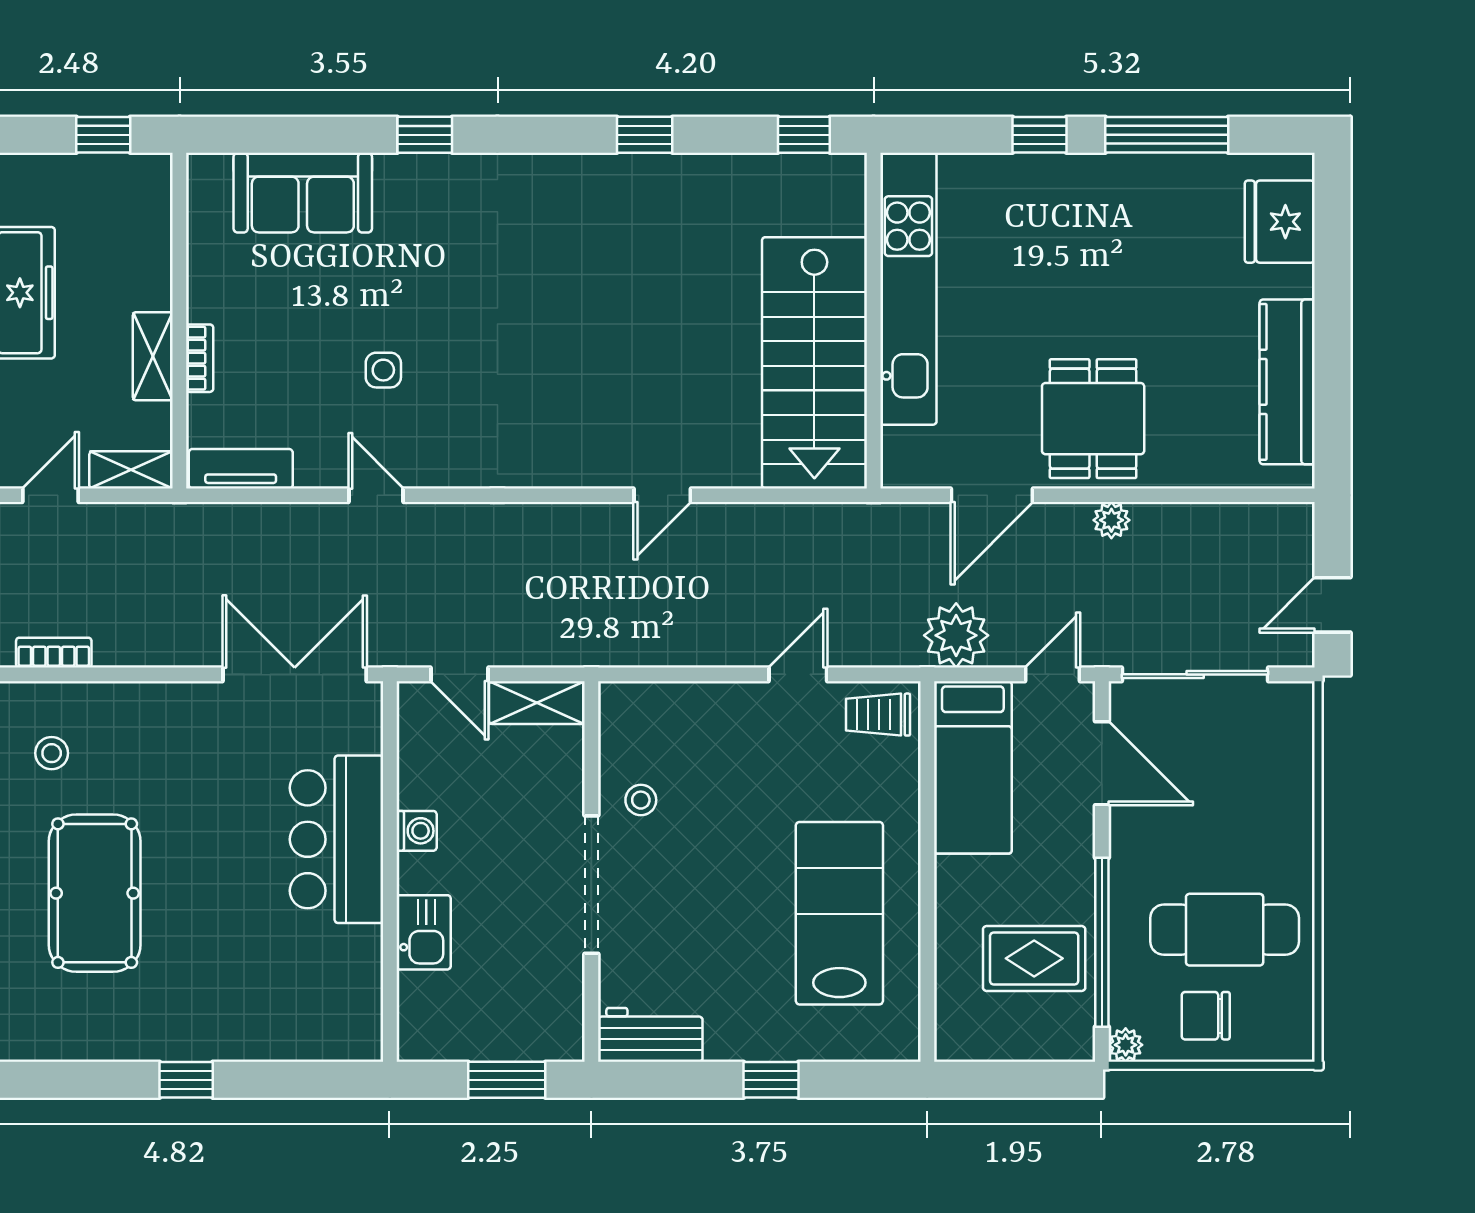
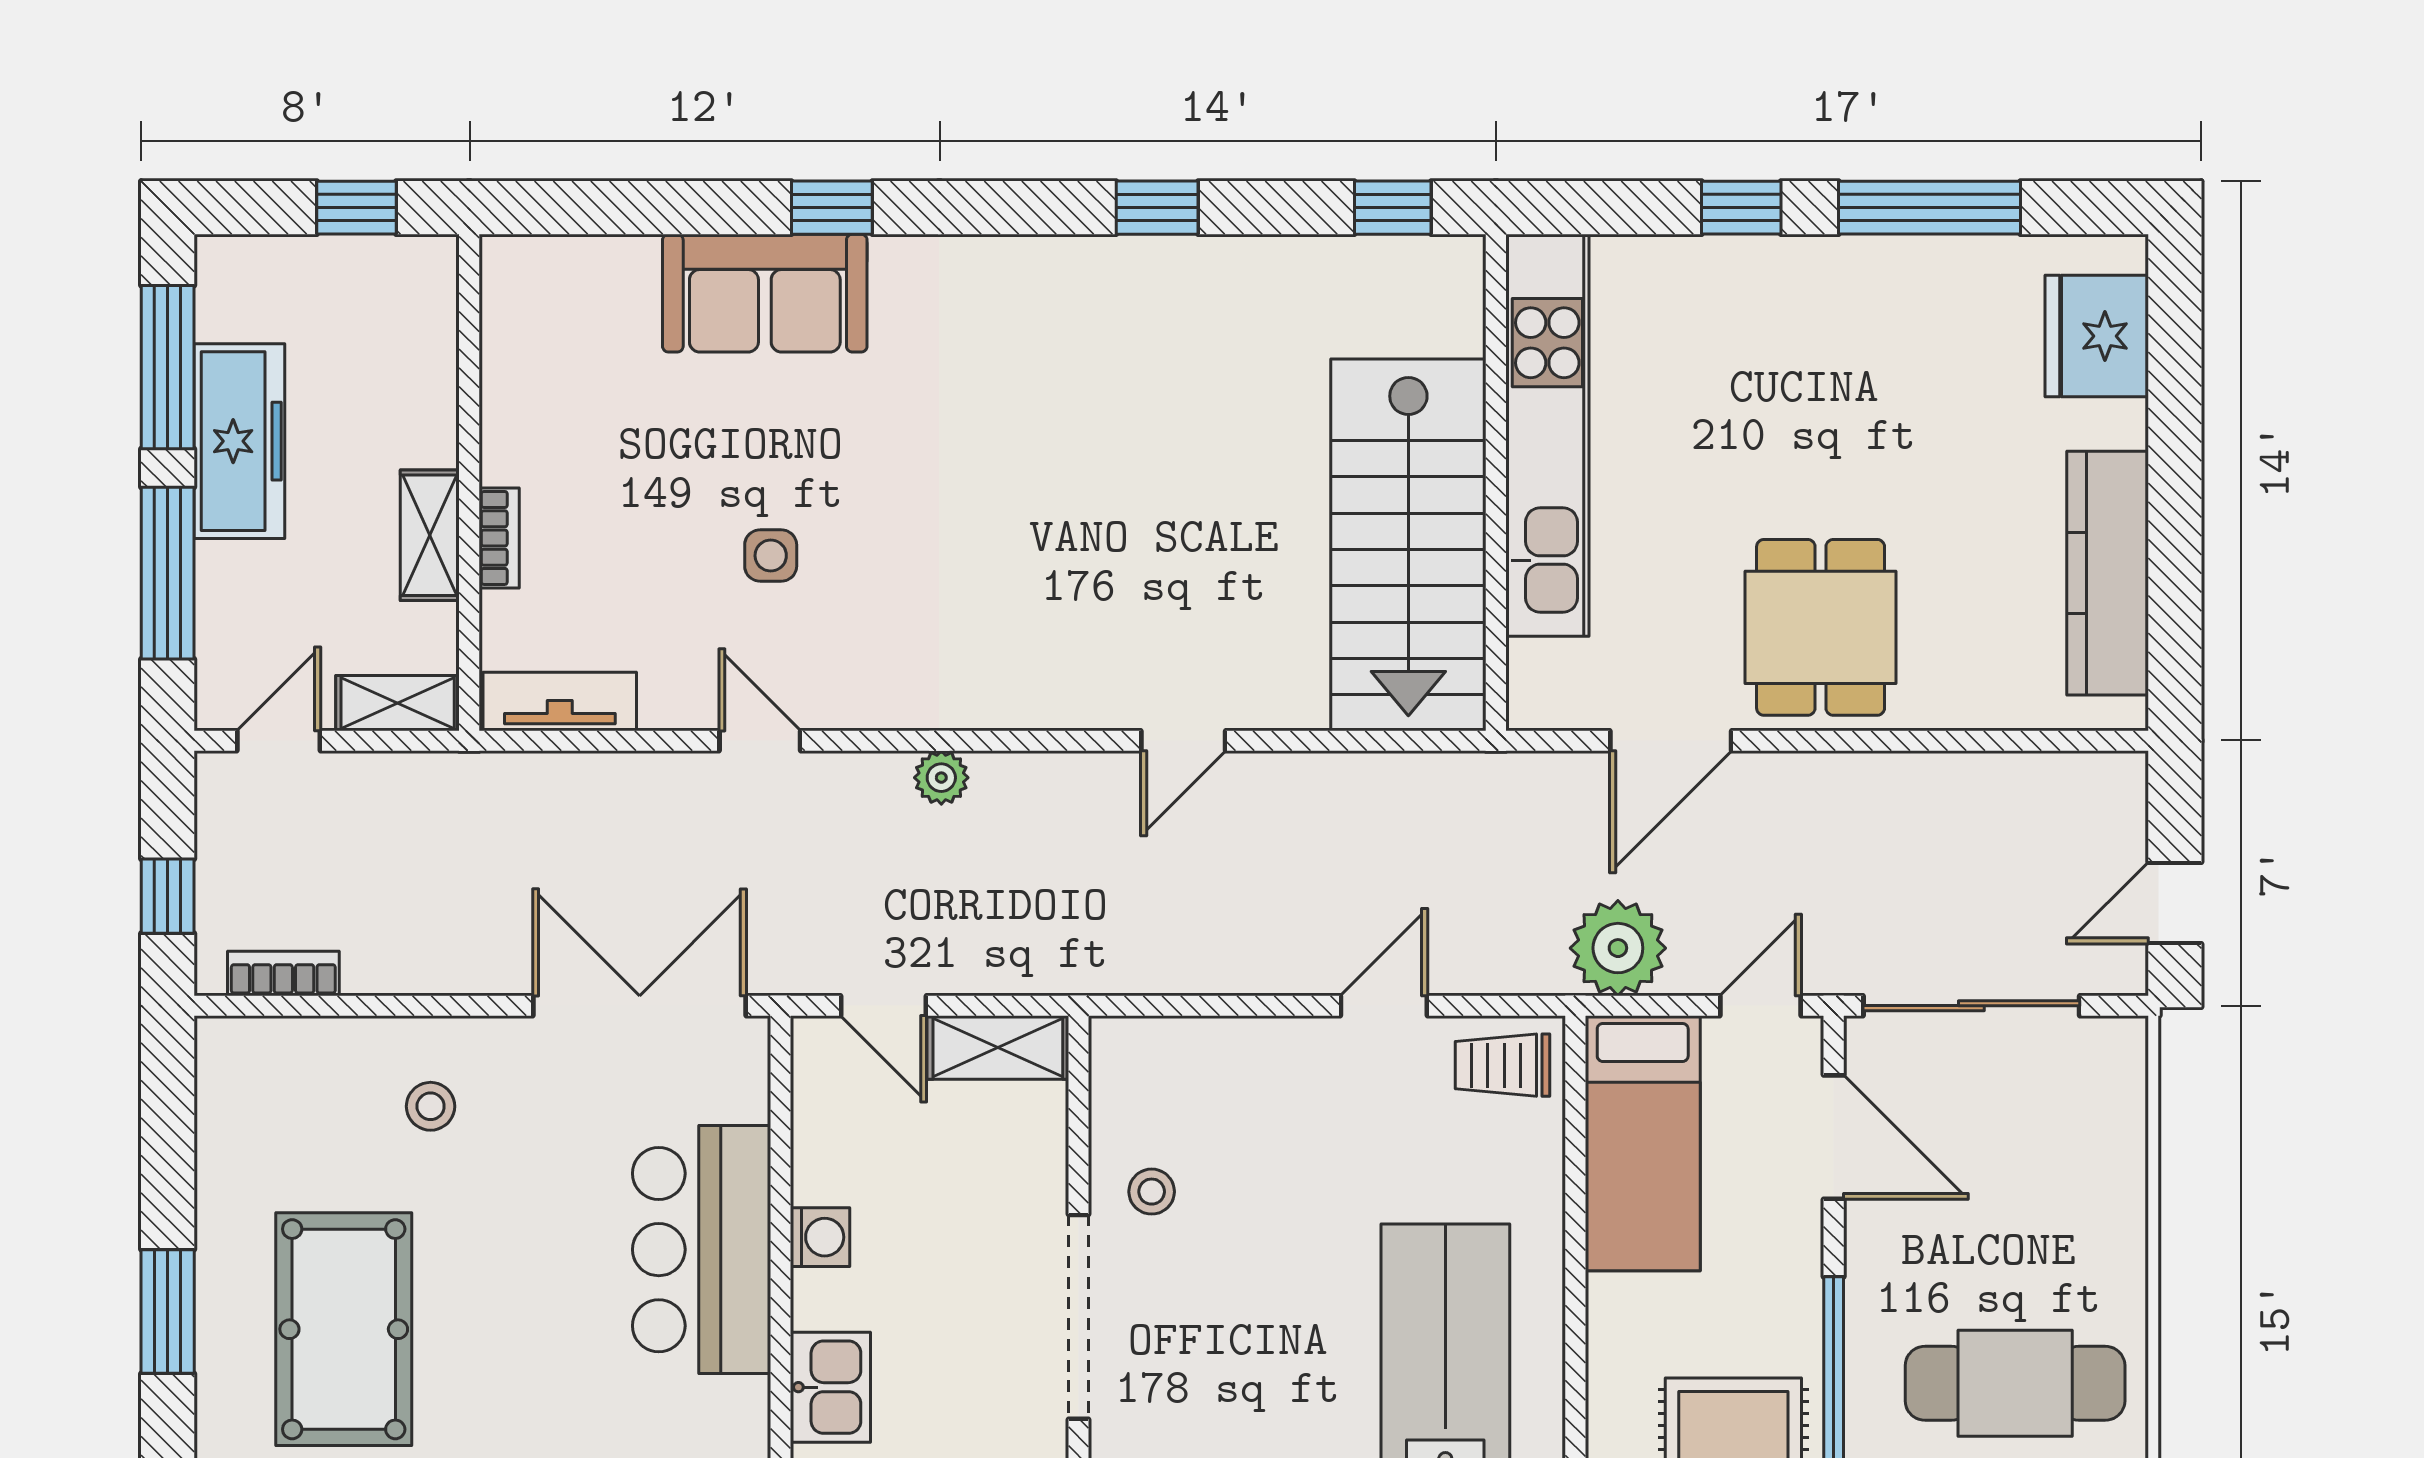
sofa: (303, 193) -> (765, 293), moved
plant: (1111, 520) -> (941, 778), moved
stool: (52, 753) -> (431, 1106), moved

